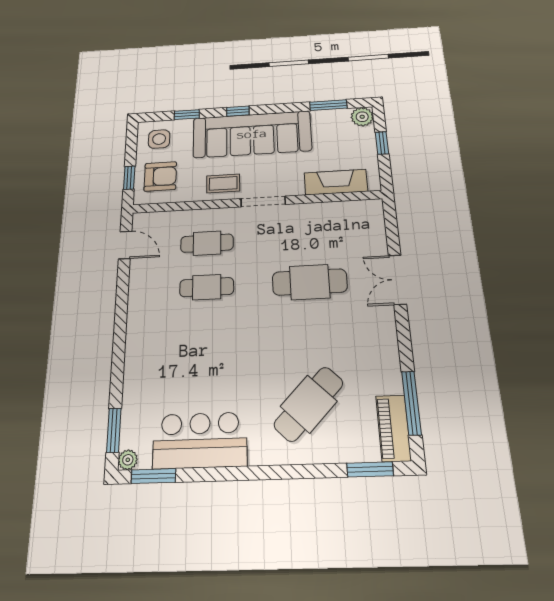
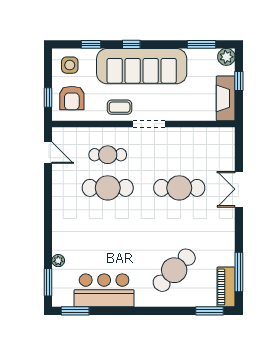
armchair: (160, 176) -> (72, 98), turned 90
fireplace: (336, 182) -> (226, 98), moved, turned -90
cafe table: (207, 287) -> (108, 188), width x1.37, depth x1.35
plant: (128, 460) -> (58, 261), moved

